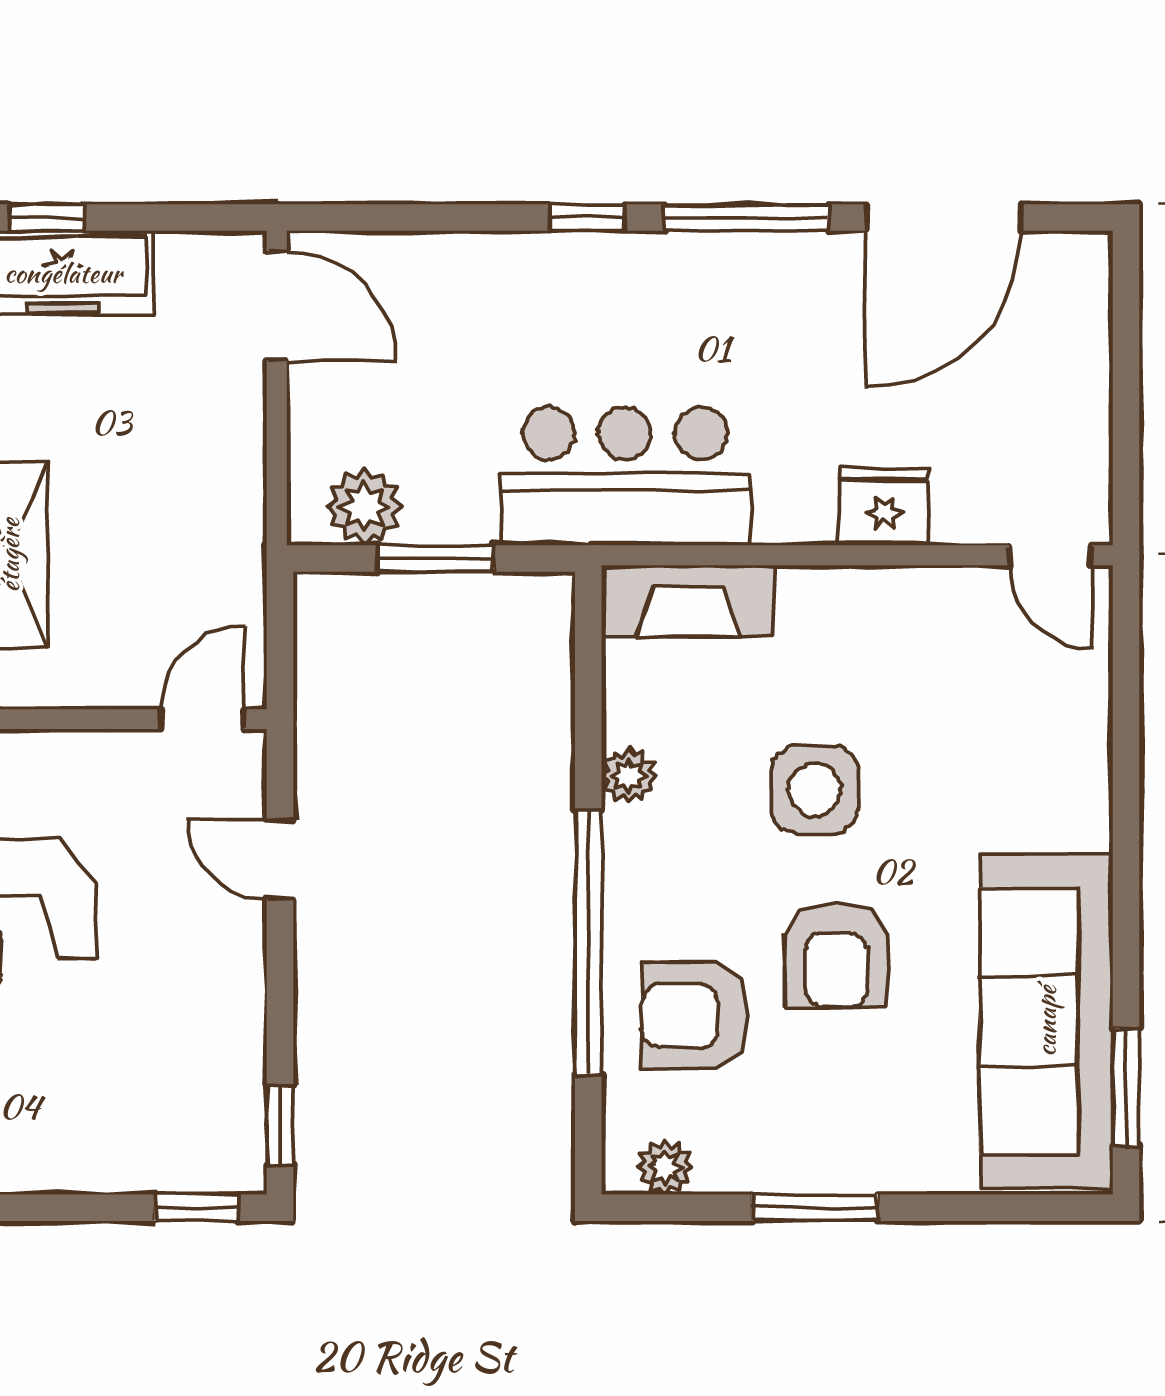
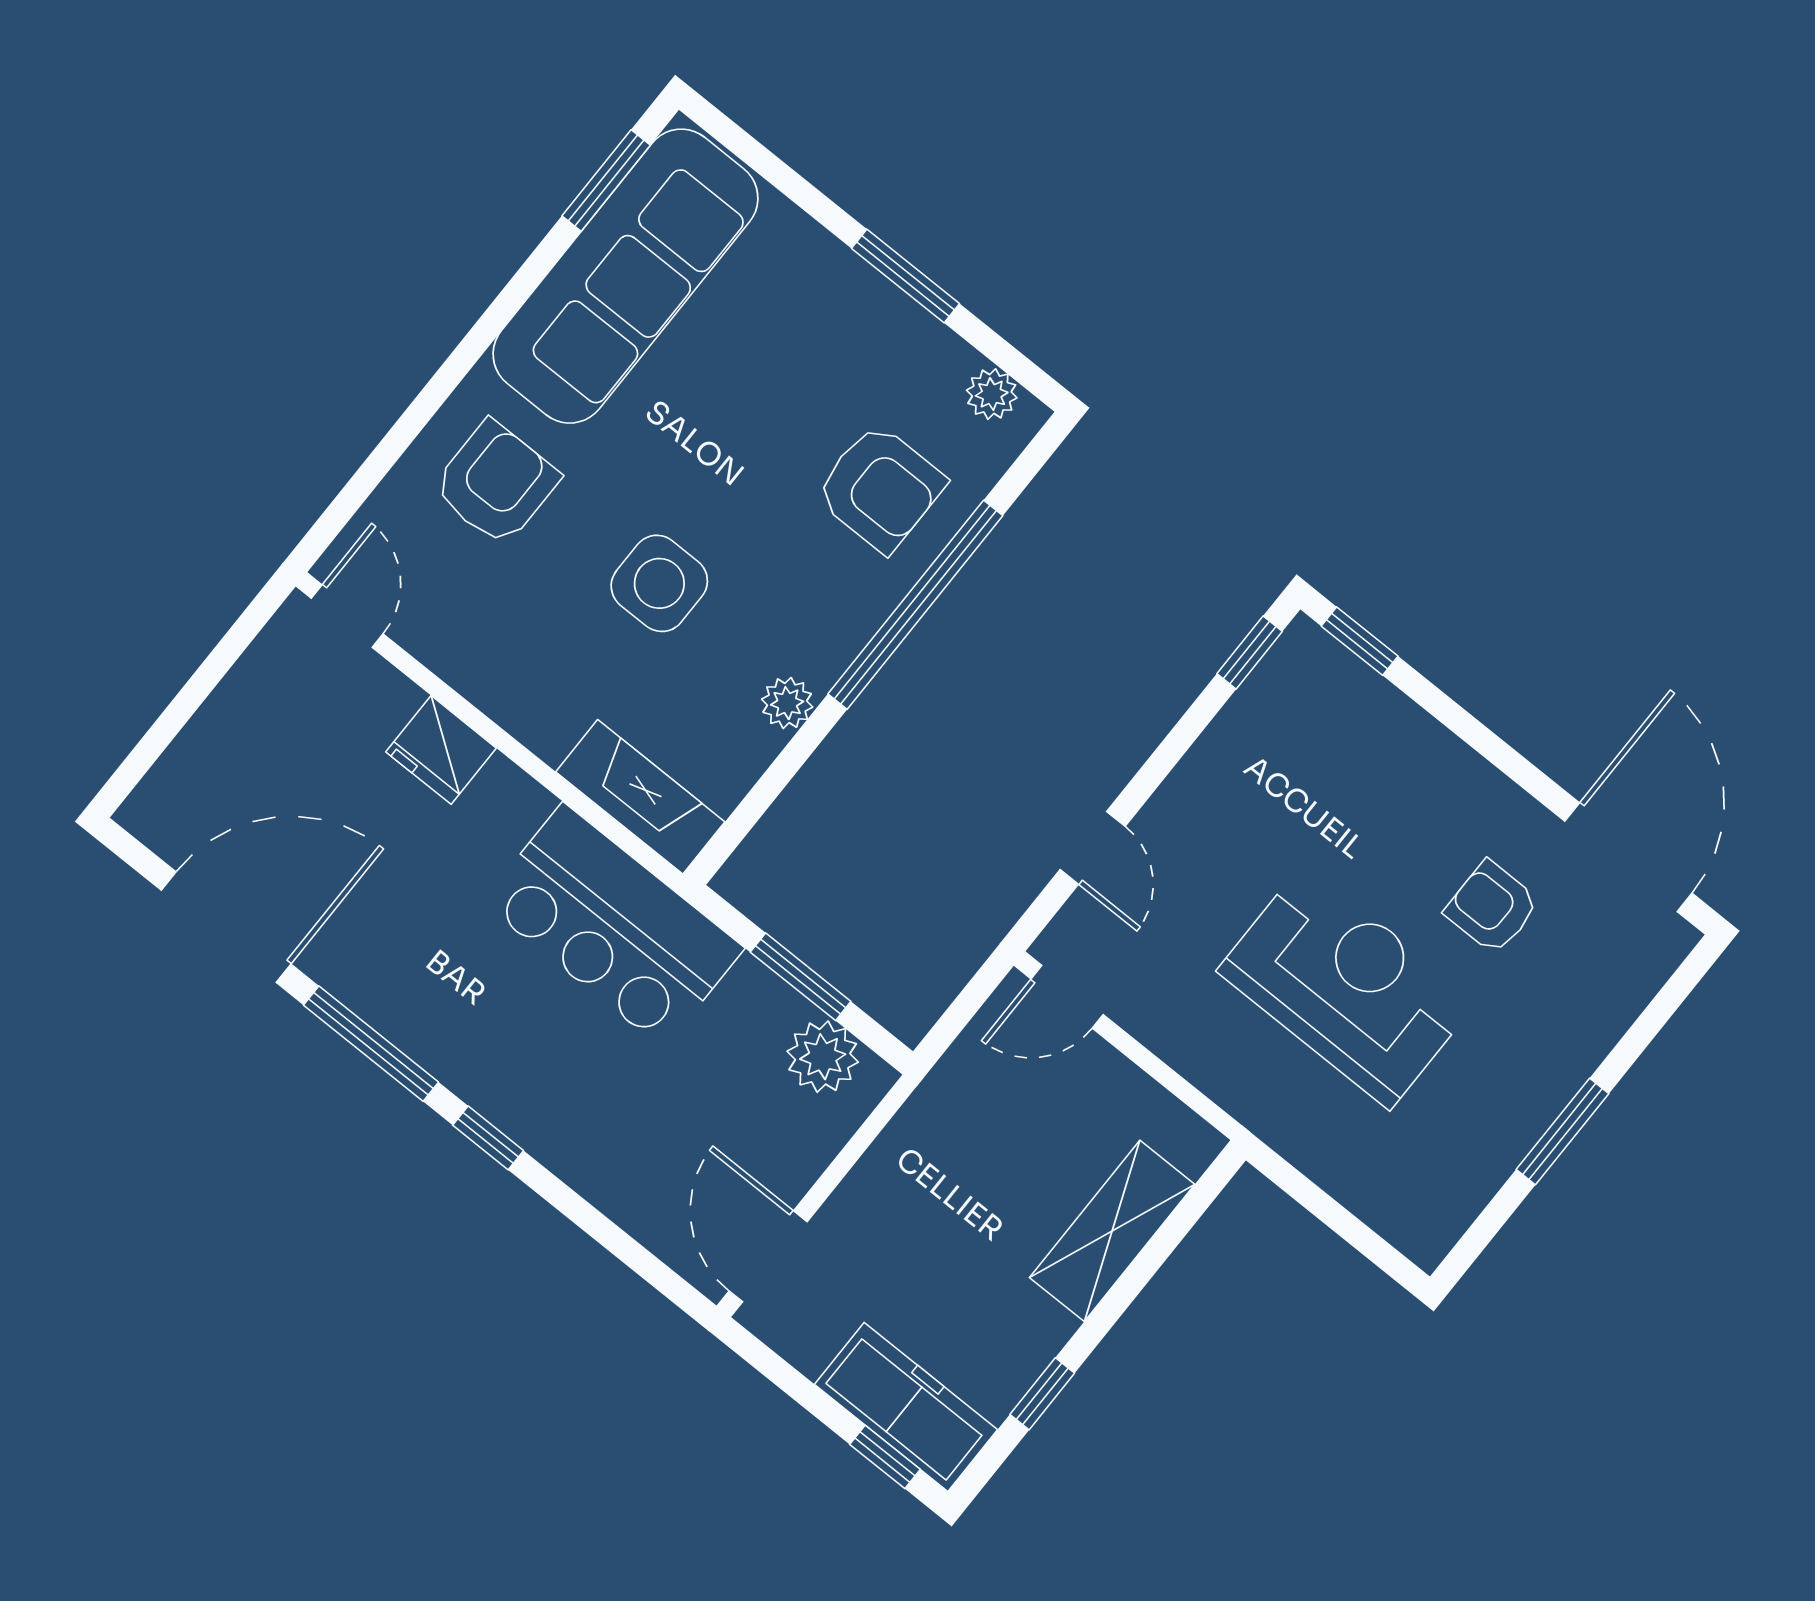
armchair: (836, 955) -> (496, 483), moved

